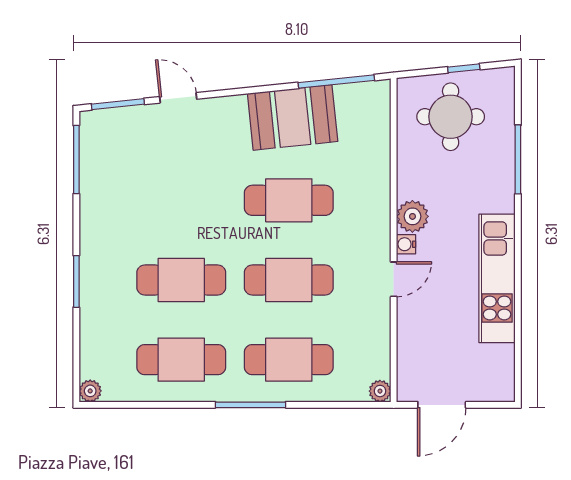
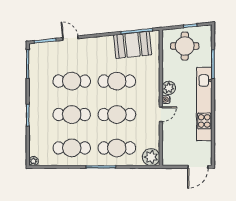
booth: (293, 117) -> (133, 45), moved
cafe table: (181, 200) -> (72, 81), added
kitchen unit: (497, 278) -> (204, 104), width x1.36
plant: (380, 391) -> (151, 157), width x1.88, depth x1.88
door: (442, 405) -> (198, 167), moved

